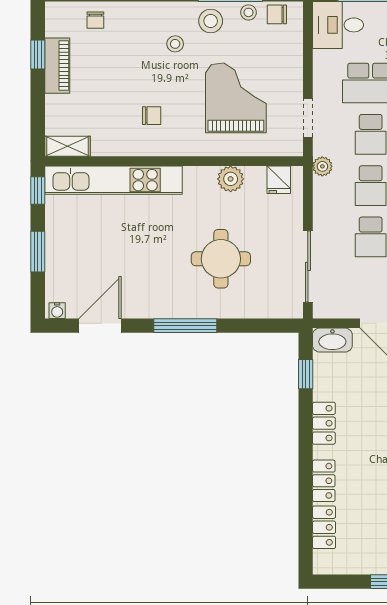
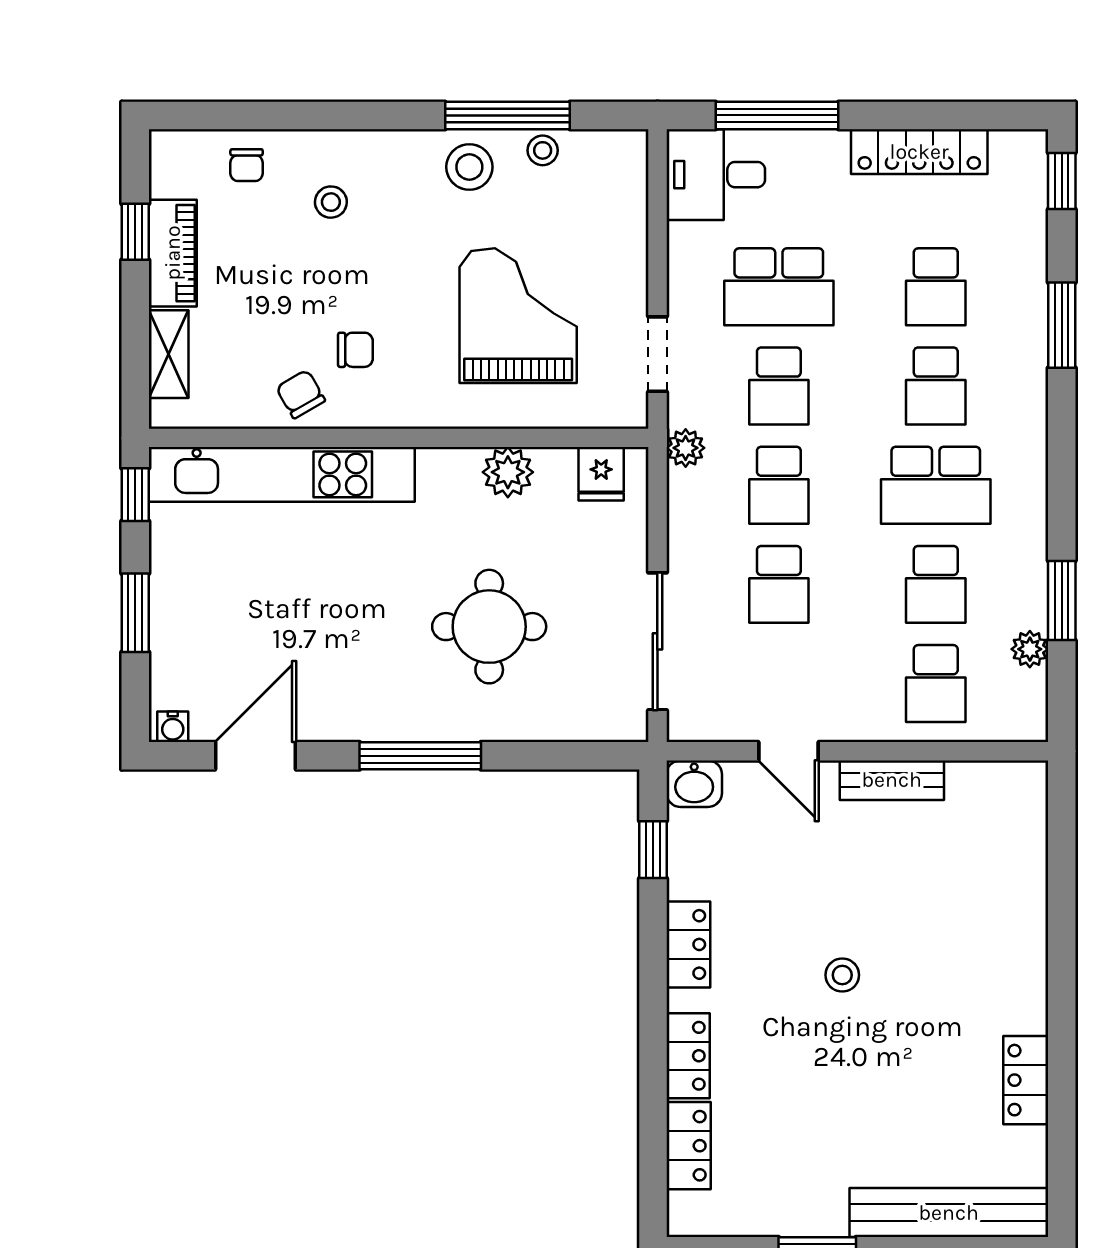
chair: (277, 14) -> (301, 394), moved, turned 60
stool: (175, 44) -> (331, 202), moved
shelving: (67, 146) -> (169, 354), moved, turned 90
washbasin: (332, 340) -> (694, 784), width x0.72

